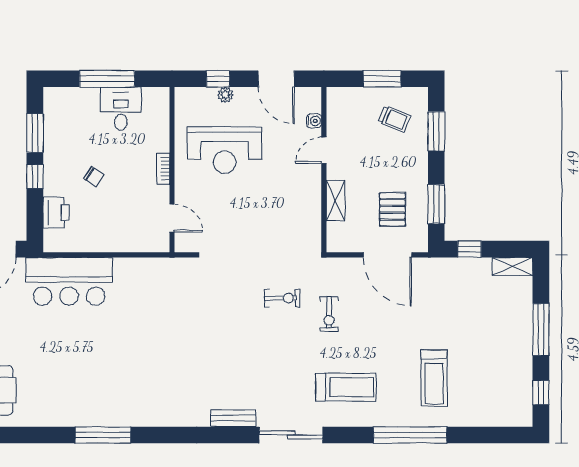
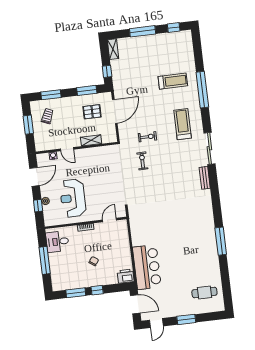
desk: (121, 109) -> (57, 242), moved
reception desk: (225, 150) -> (73, 198), turned 180
printer: (56, 213) -> (126, 276), moved

